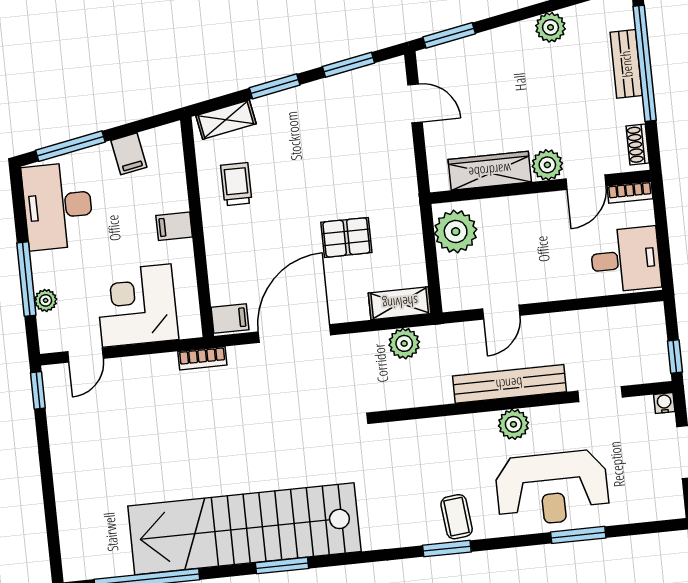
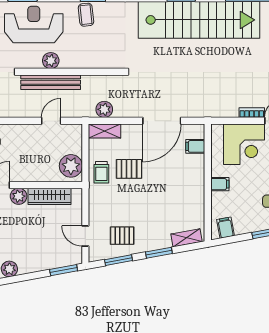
pallet: (346, 111) -> (122, 236), added
filing cabinet: (129, 154) -> (226, 228), moved
trolley: (236, 184) -> (101, 172), moved
filing cabinet: (230, 318) -> (195, 146), moved
bookcase: (202, 358) -> (252, 113), moved

